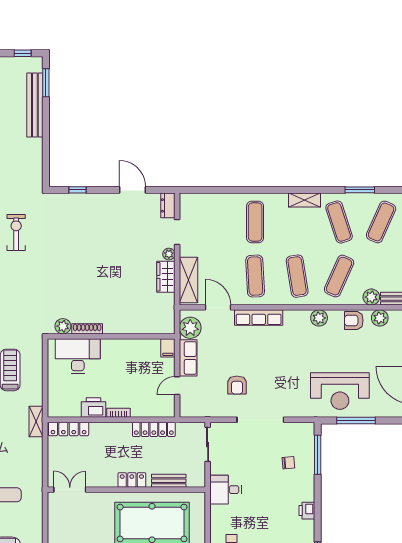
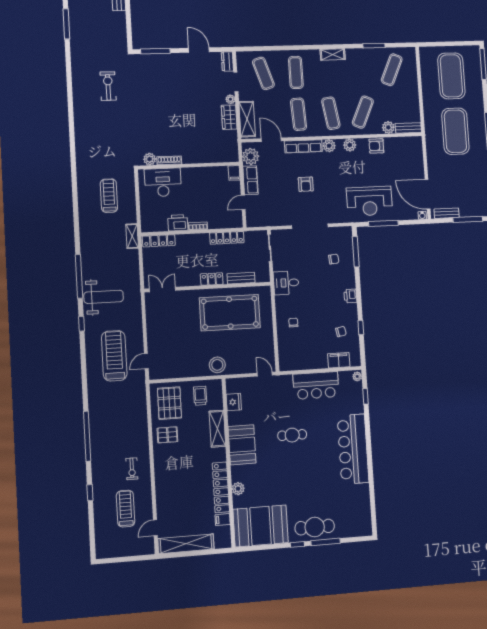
window: (78, 190) -> (155, 51), width x2.17
exercise mat: (339, 222) -> (263, 73), moved
plant: (380, 318) -> (329, 146), moved
armchair: (237, 385) -> (306, 184), moved

